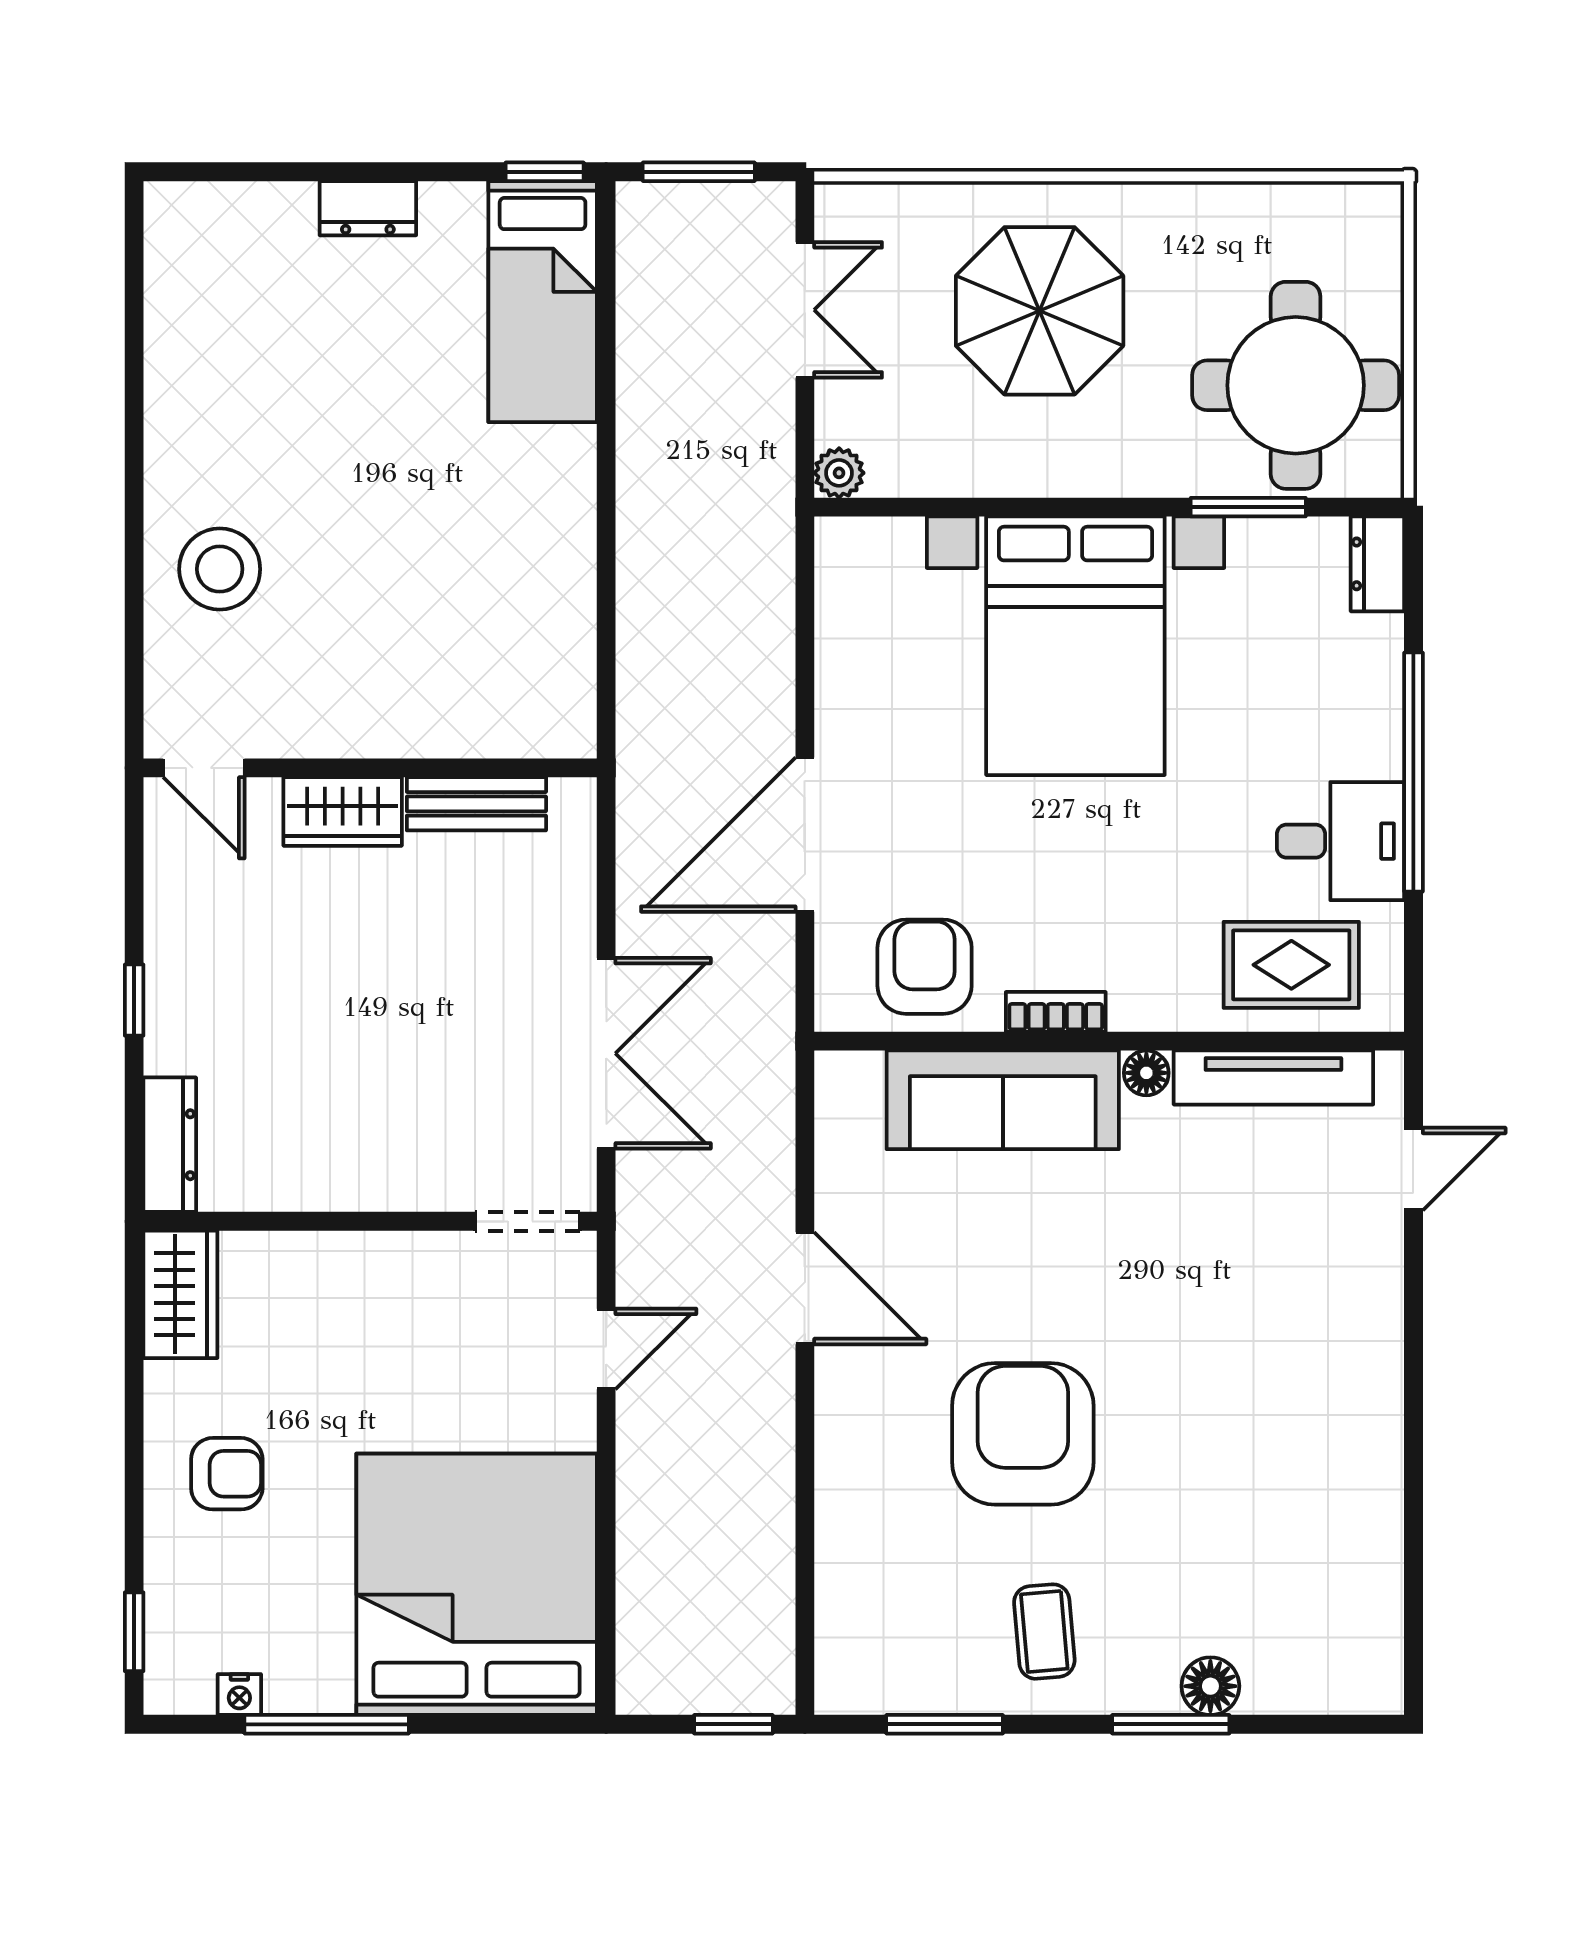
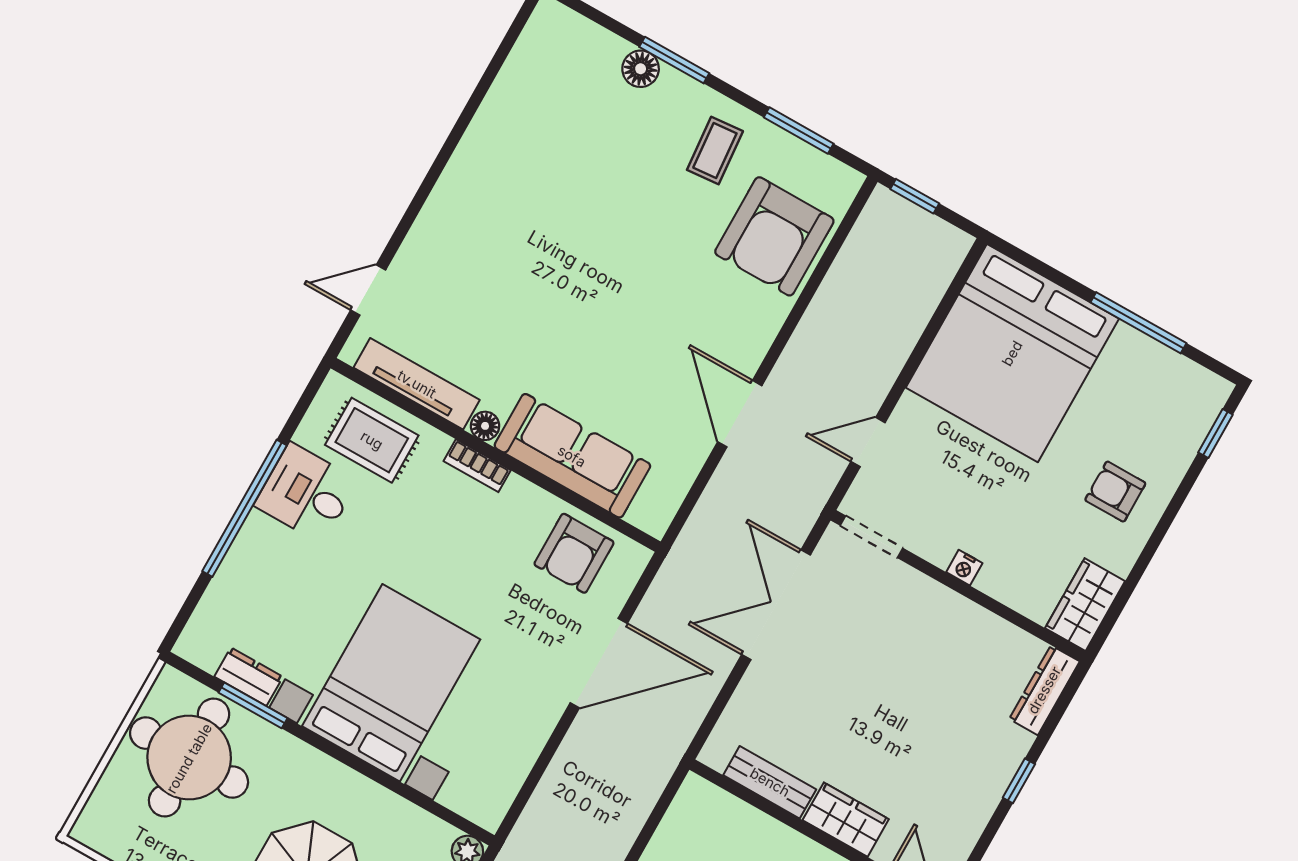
dresser: (1377, 564) -> (249, 677), moved, turned -90
bookcase: (1056, 1012) -> (477, 466), moved
armchair: (1023, 1434) -> (774, 236), moved
nightstand: (239, 1695) -> (964, 568), moved, turned 180

